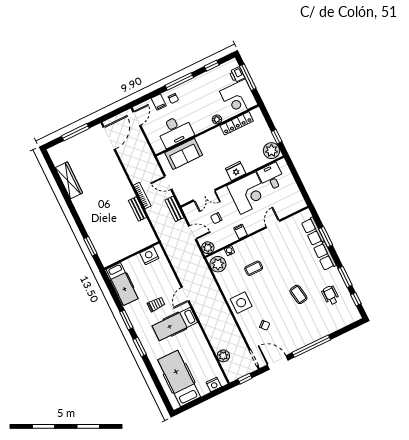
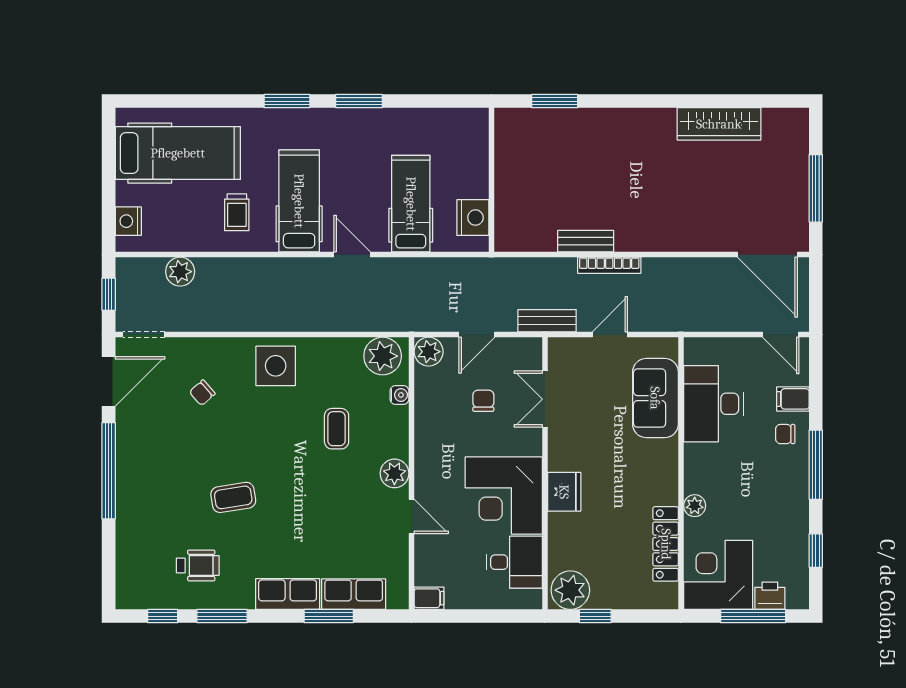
filing cabinet: (241, 232) -> (429, 598), moved
plant: (260, 238) -> (394, 473), added
hospital bed: (122, 284) -> (411, 204), moved, turned 90
trolley: (156, 304) -> (237, 212), moved

